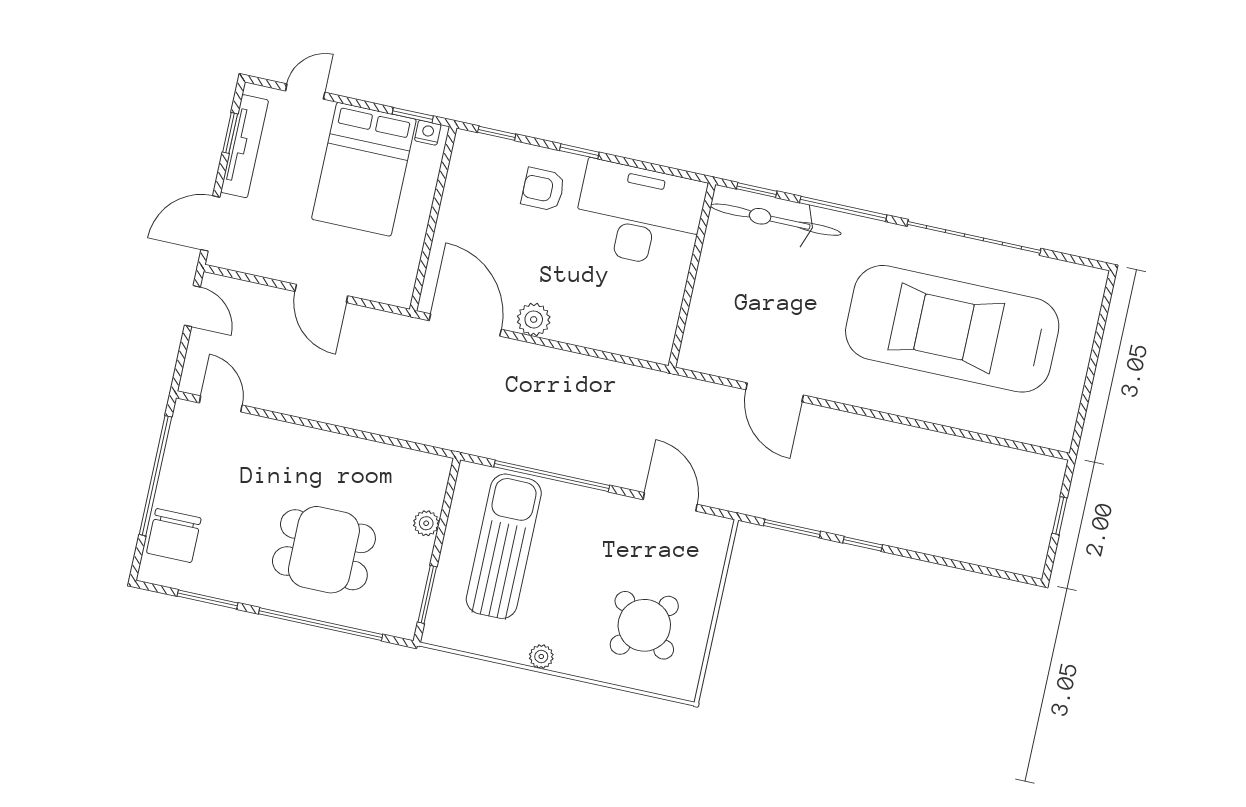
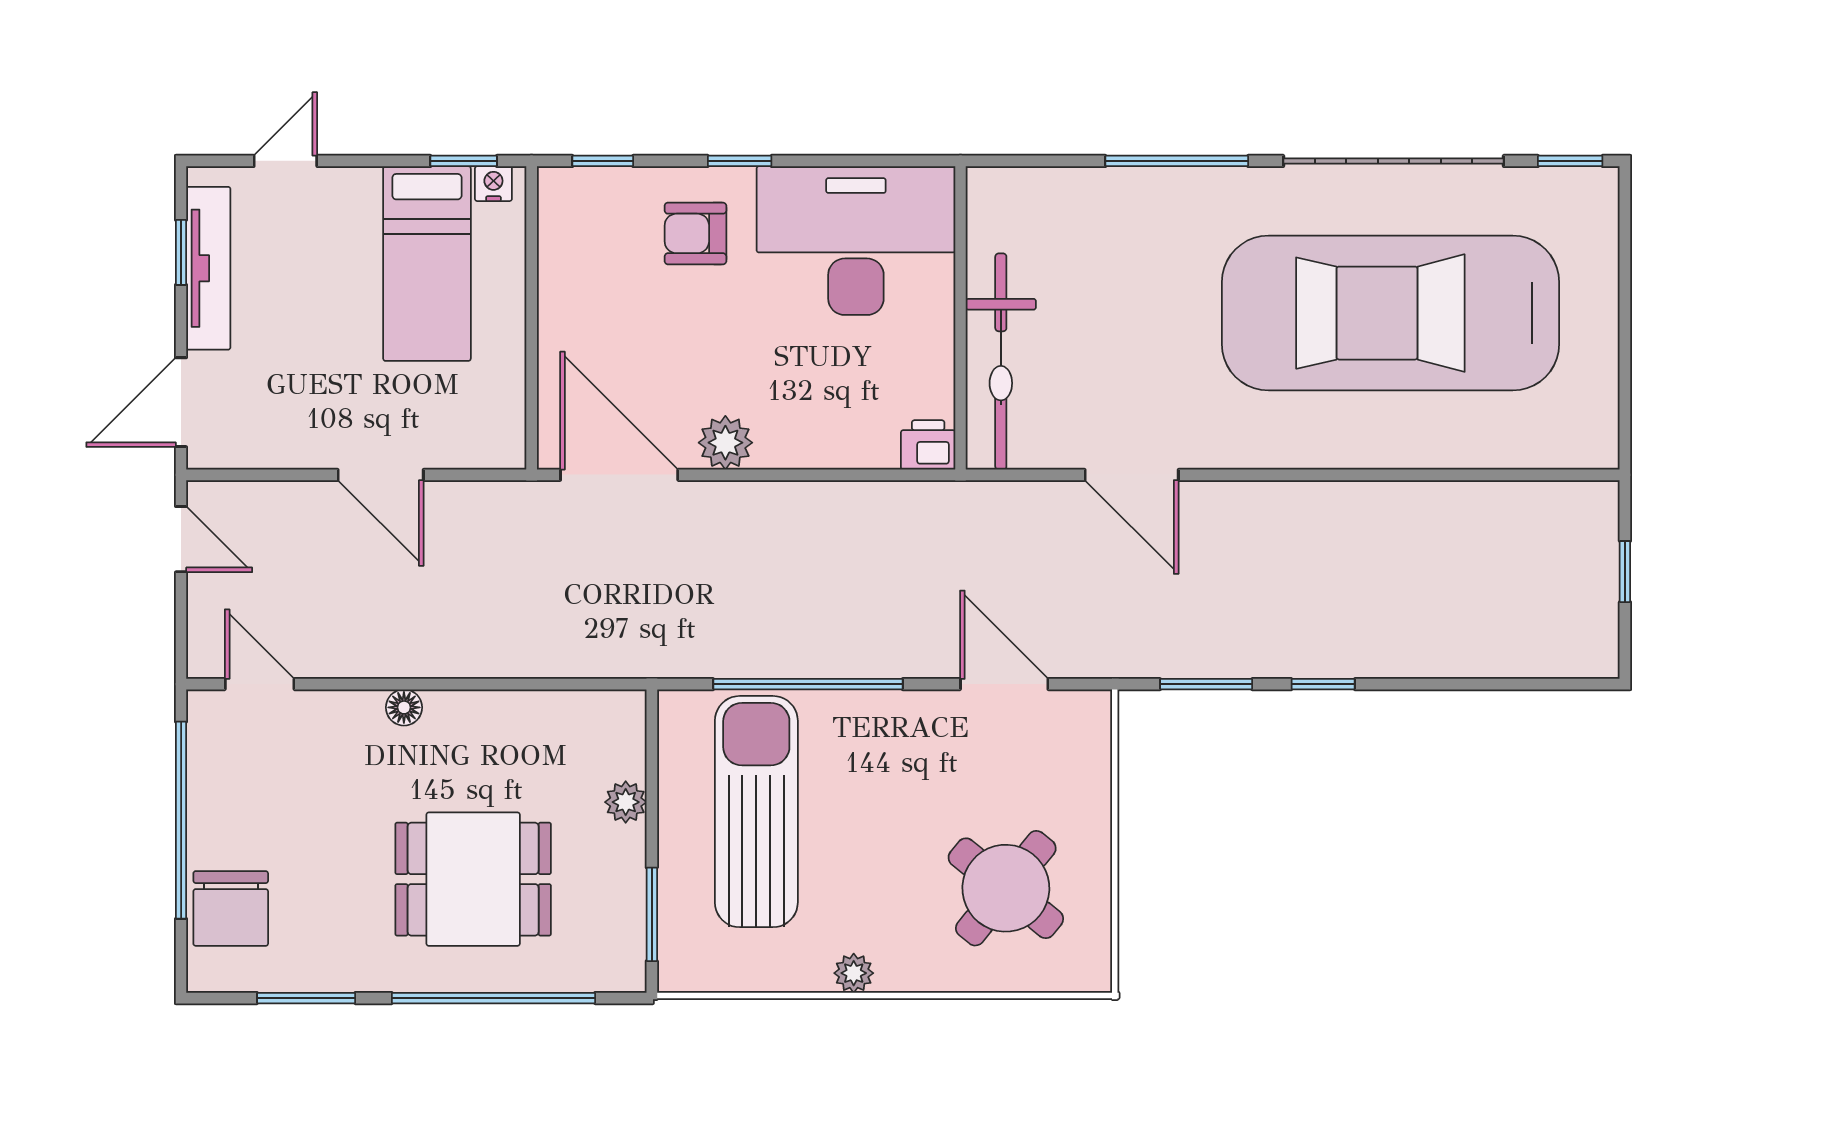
bed: (364, 169) -> (427, 264), width x0.67
window: (757, 190) -> (1570, 161), moved
bicycle: (776, 220) -> (1001, 362), moved, turned -90
printer: (656, 348) -> (928, 445), added
floor lamp: (305, 437) -> (404, 707), added

